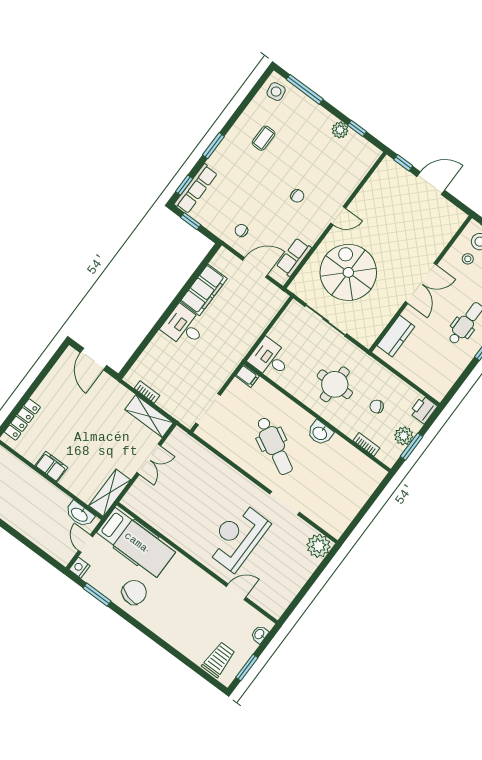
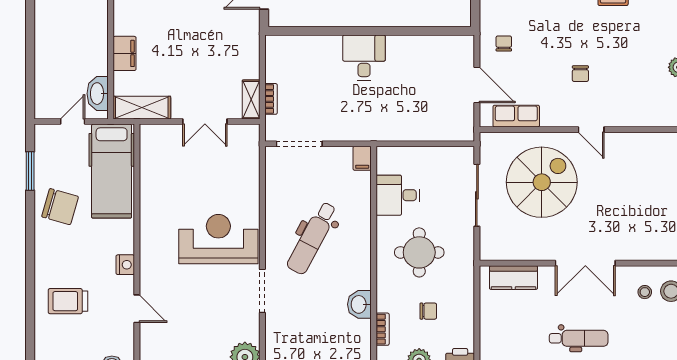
filing cabinet: (204, 290) -> (416, 50), removed
desk: (270, 359) -> (398, 195), moved, turned -90
bookcase: (147, 392) -> (271, 99), moved
chair: (377, 407) -> (428, 311), turned 116
shelving: (149, 416) -> (251, 100), width x0.67, depth x0.75
washbasin: (320, 433) -> (359, 304), moved
filing cabinet: (51, 467) -> (124, 53), moved
reception desk: (237, 537) -> (218, 239), moved
nightstand: (79, 568) -> (125, 265), moved, turned 90
trolley: (218, 660) -> (68, 301), moved, turned 180

